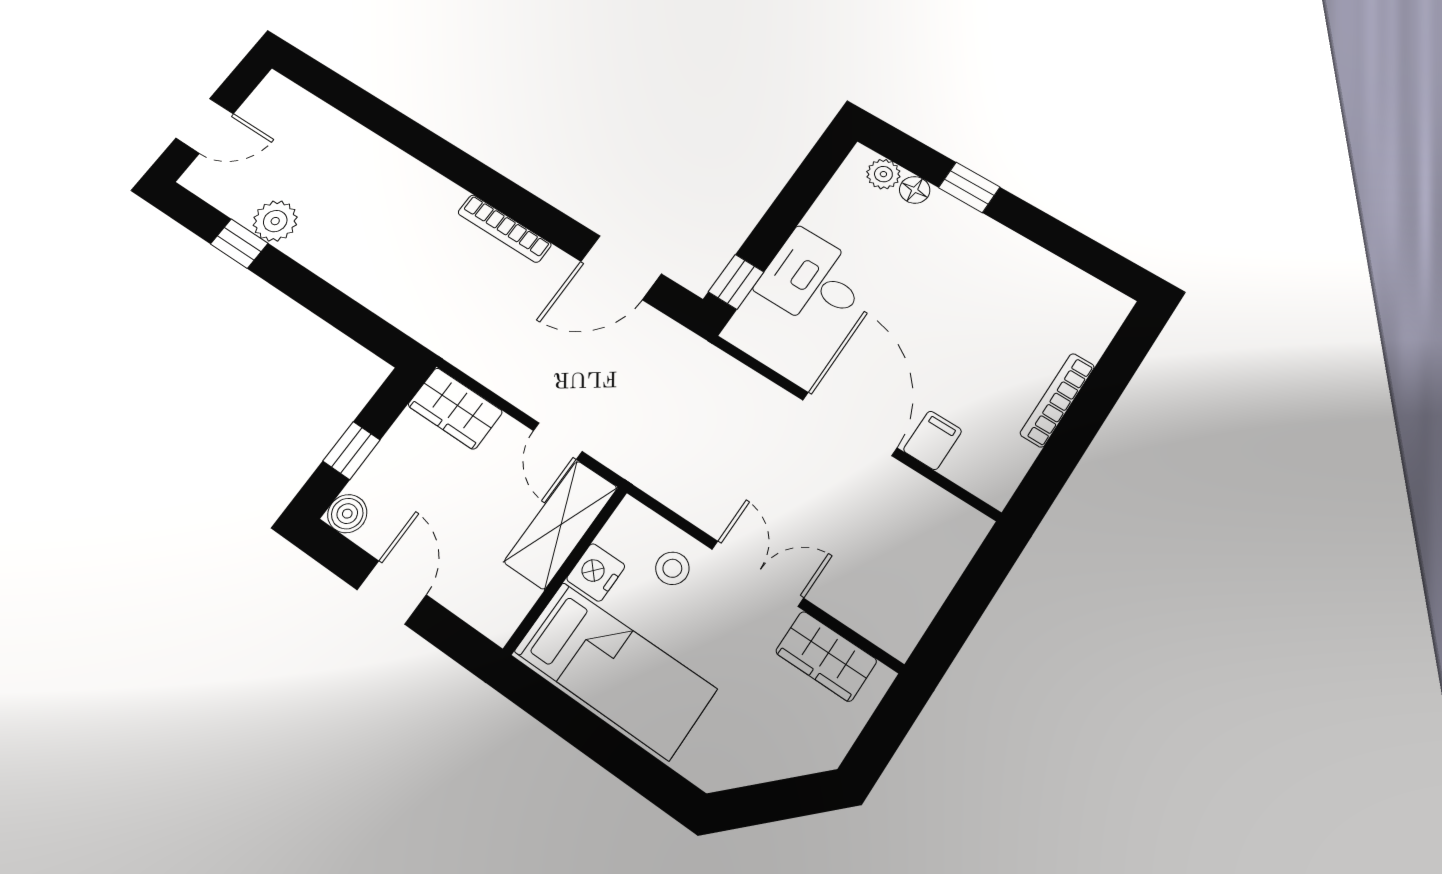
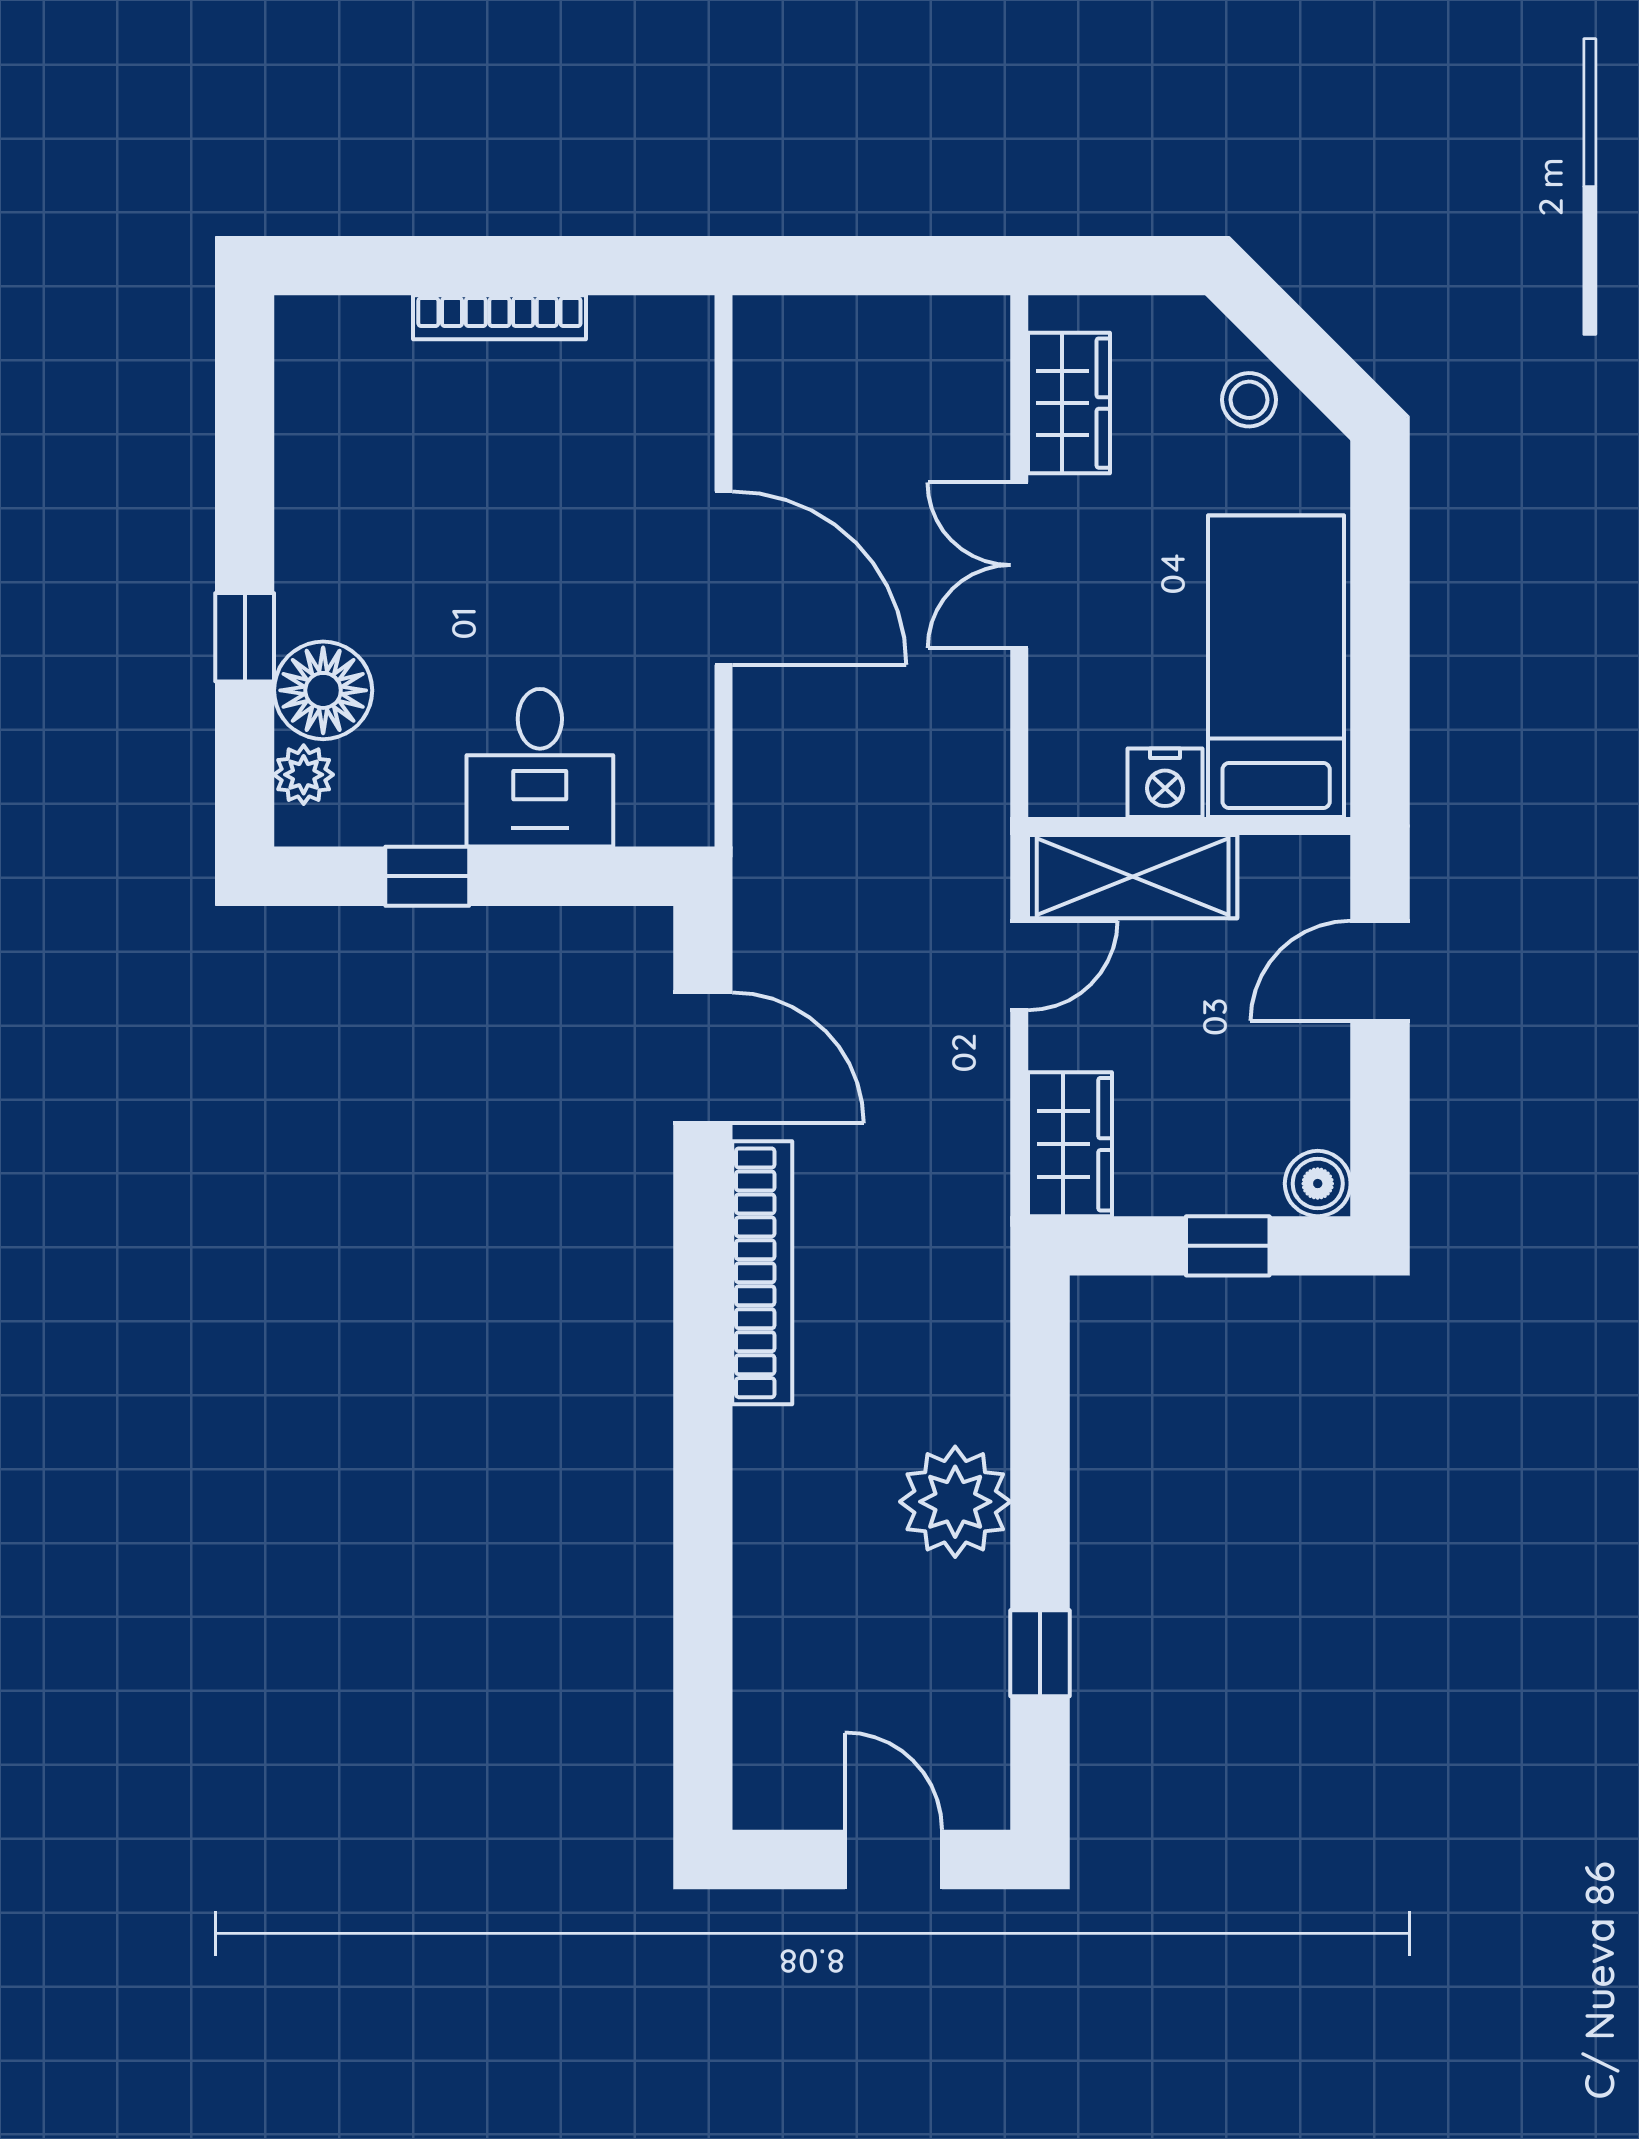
floor lamp: (915, 190) -> (323, 690), width x1.89, depth x1.89
plant: (275, 221) -> (955, 1502), moved, width x1.36, depth x1.36
bookcase: (504, 229) -> (762, 1273), width x1.48, depth x1.31
window: (736, 282) -> (427, 876), moved
door: (850, 424) -> (724, 578), swing flipped
filing cabinet: (933, 440) -> (672, 450), removed
stool: (672, 568) -> (1249, 400), moved
door: (392, 592) -> (1380, 971), moved

